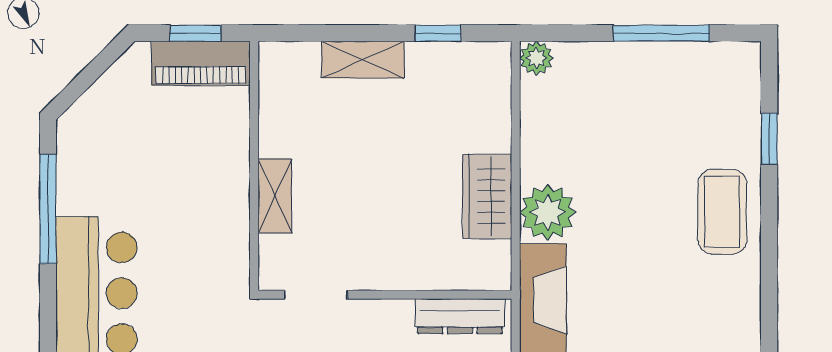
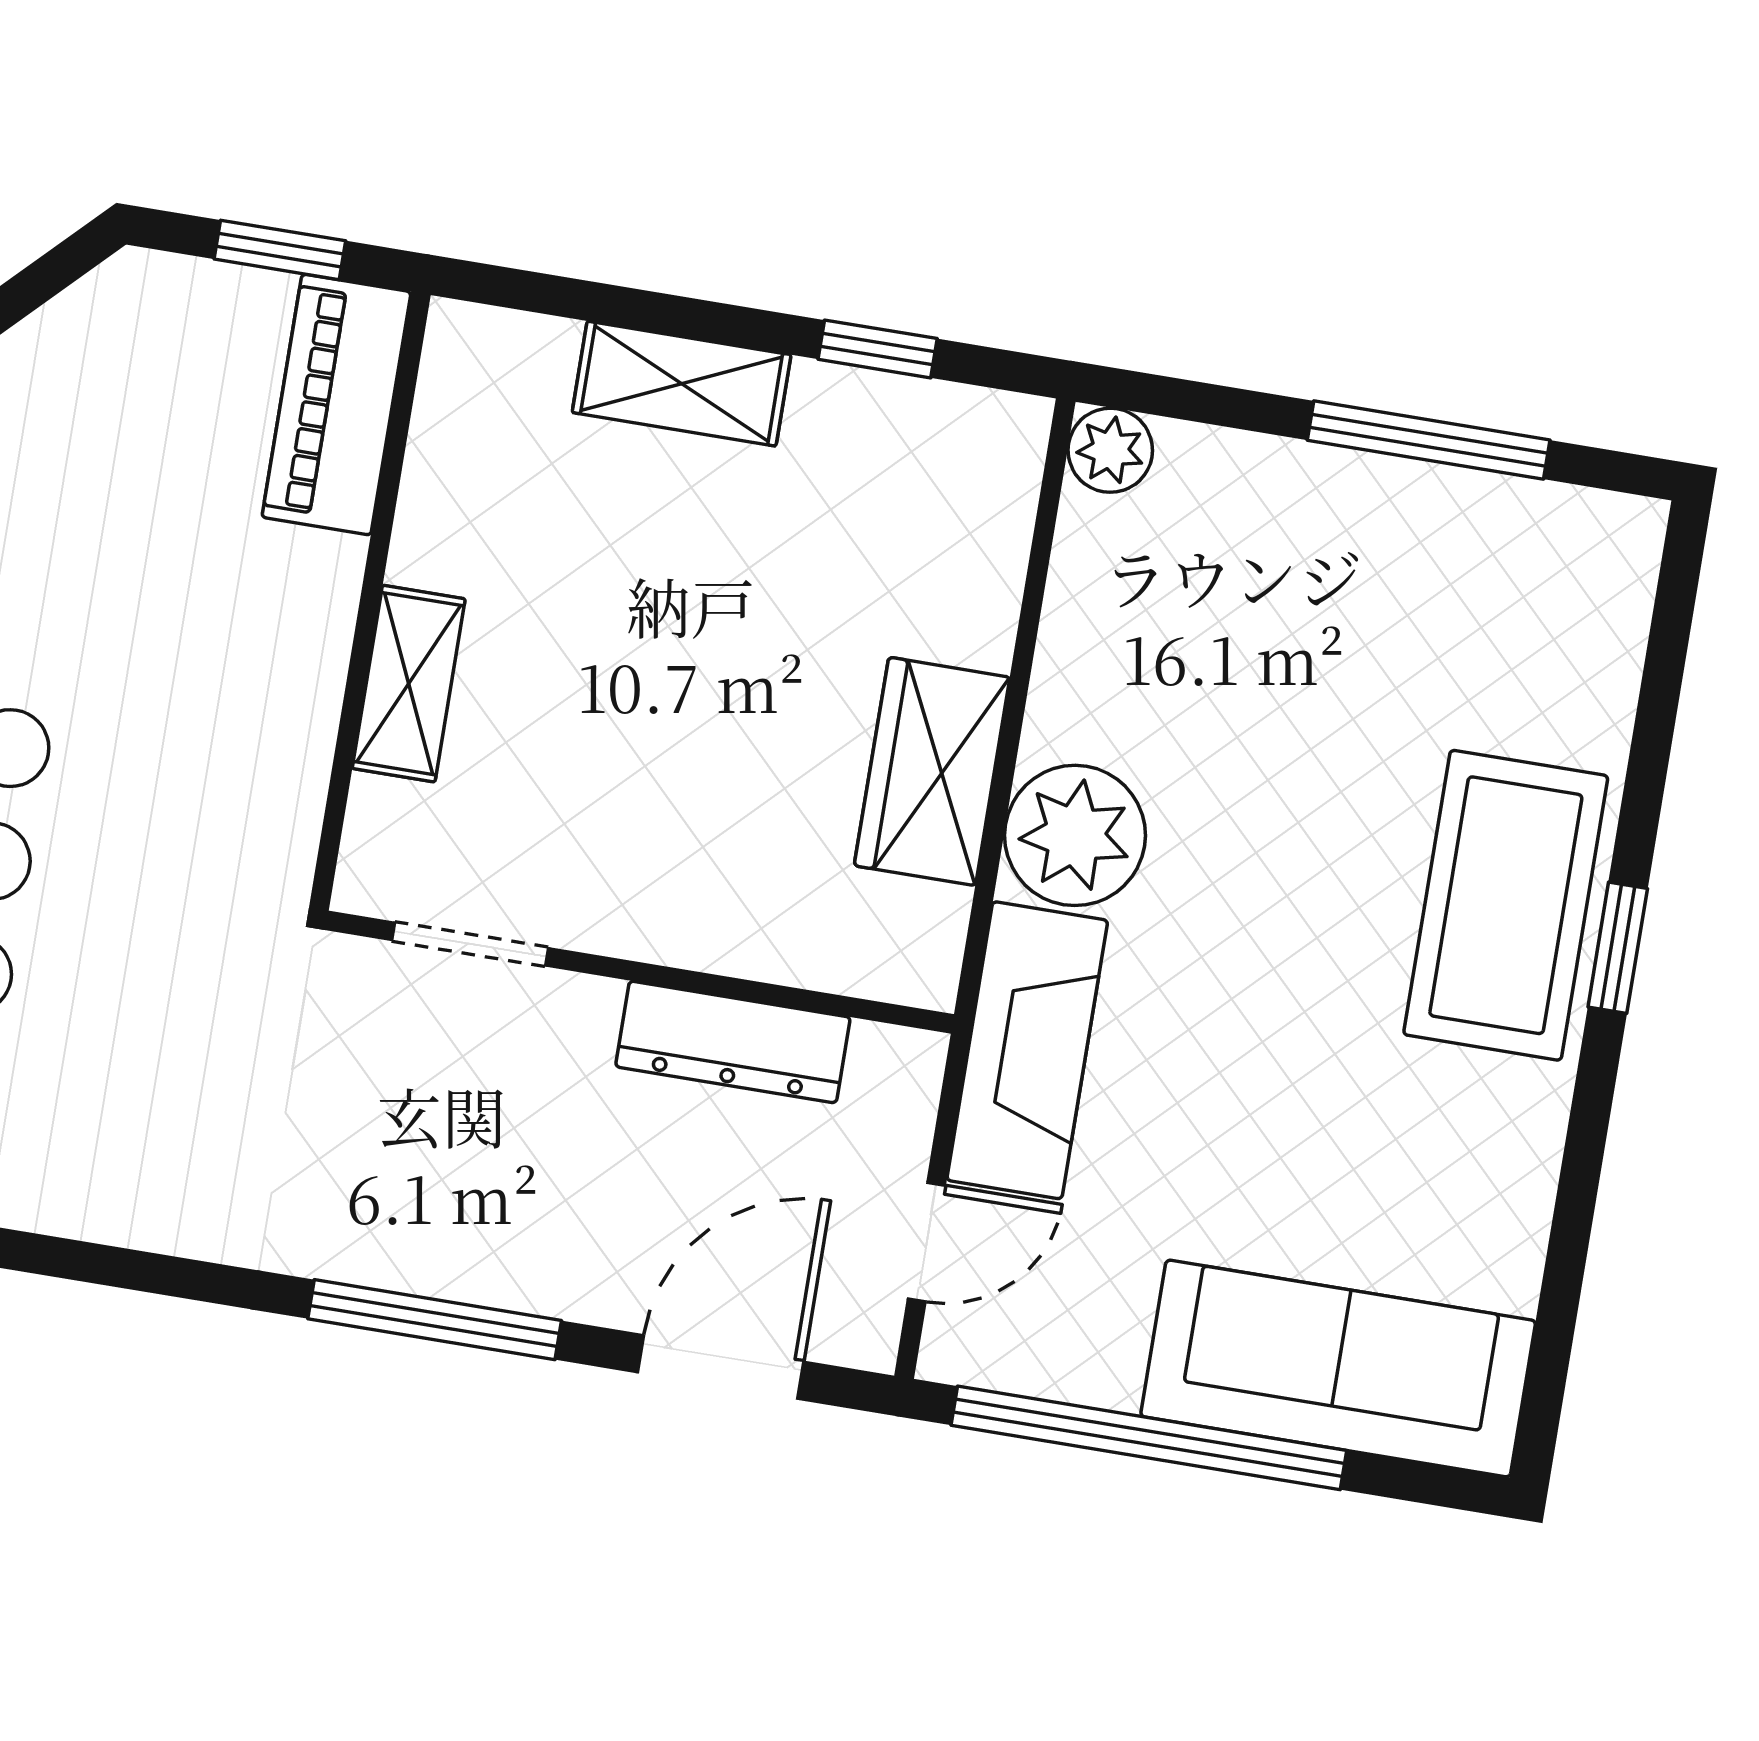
piano: (201, 63) -> (336, 405), moved, turned 90
window: (769, 139) -> (1618, 948), moved
coffee table: (722, 212) -> (1506, 905), width x1.36, depth x1.32
dresser: (460, 316) -> (733, 1042), moved

